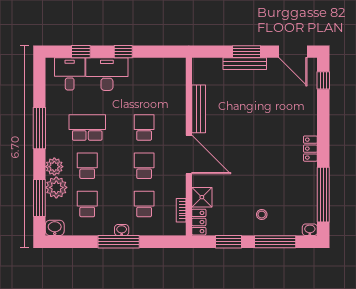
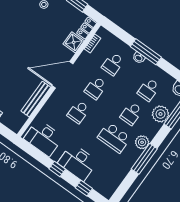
desk: (70, 74) -> (43, 138), moved, width x1.37
door: (189, 154) -> (62, 75), hinge flipped
plant: (54, 167) -> (142, 142), moved

